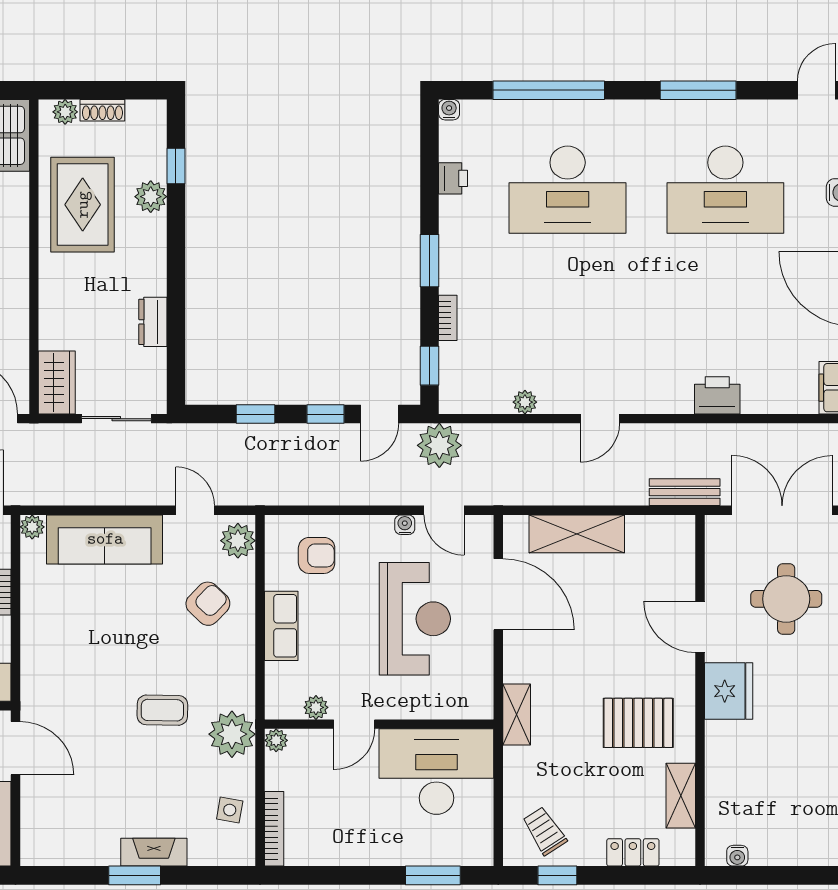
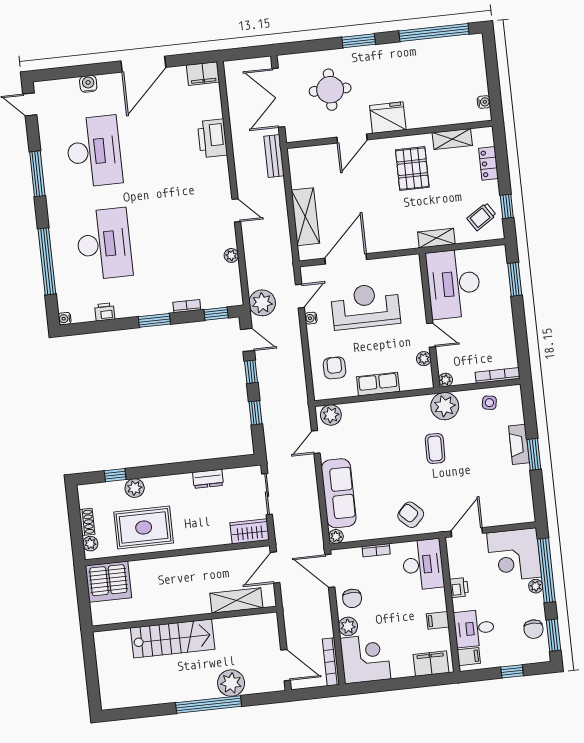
printer: (717, 395) -> (212, 138), width x1.37, depth x1.19
armchair: (208, 604) -> (411, 515), moved
shelving: (517, 715) -> (436, 238), moved

